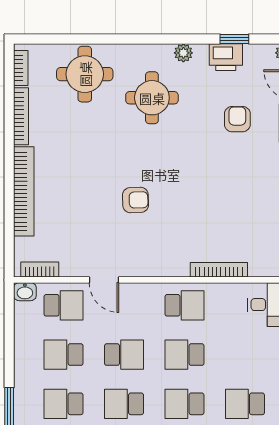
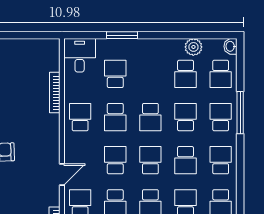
school desk: (124, 404) -> (150, 160), turned 180
school desk: (245, 404) -> (115, 74), moved, turned 180

